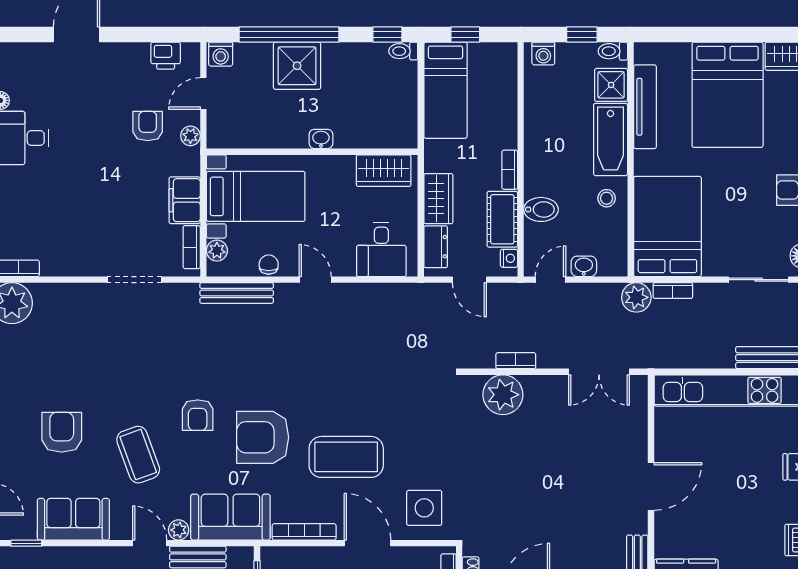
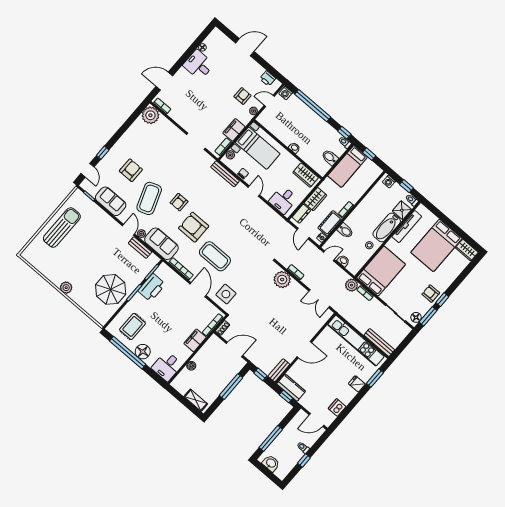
shower: (297, 66) -> (307, 118), removed
bidet: (400, 101) -> (330, 157), added
coffee table: (138, 455) -> (149, 198), width x1.36, depth x1.32

